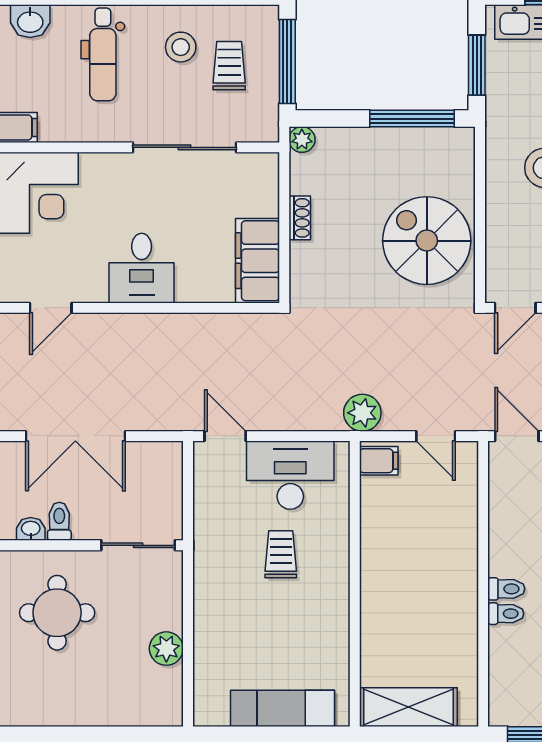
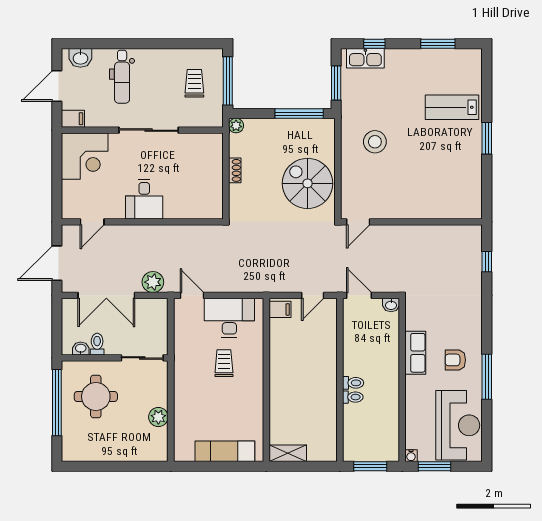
stool: (181, 47) -> (167, 73), removed
sliding door: (184, 147) -> (149, 130), moved
filing cabinet: (257, 261) -> (211, 195), removed
plant: (362, 413) -> (153, 282), moved
door: (436, 436) -> (313, 295), hinge flipped
shelving: (408, 707) -> (288, 453), width x0.67, depth x0.75

